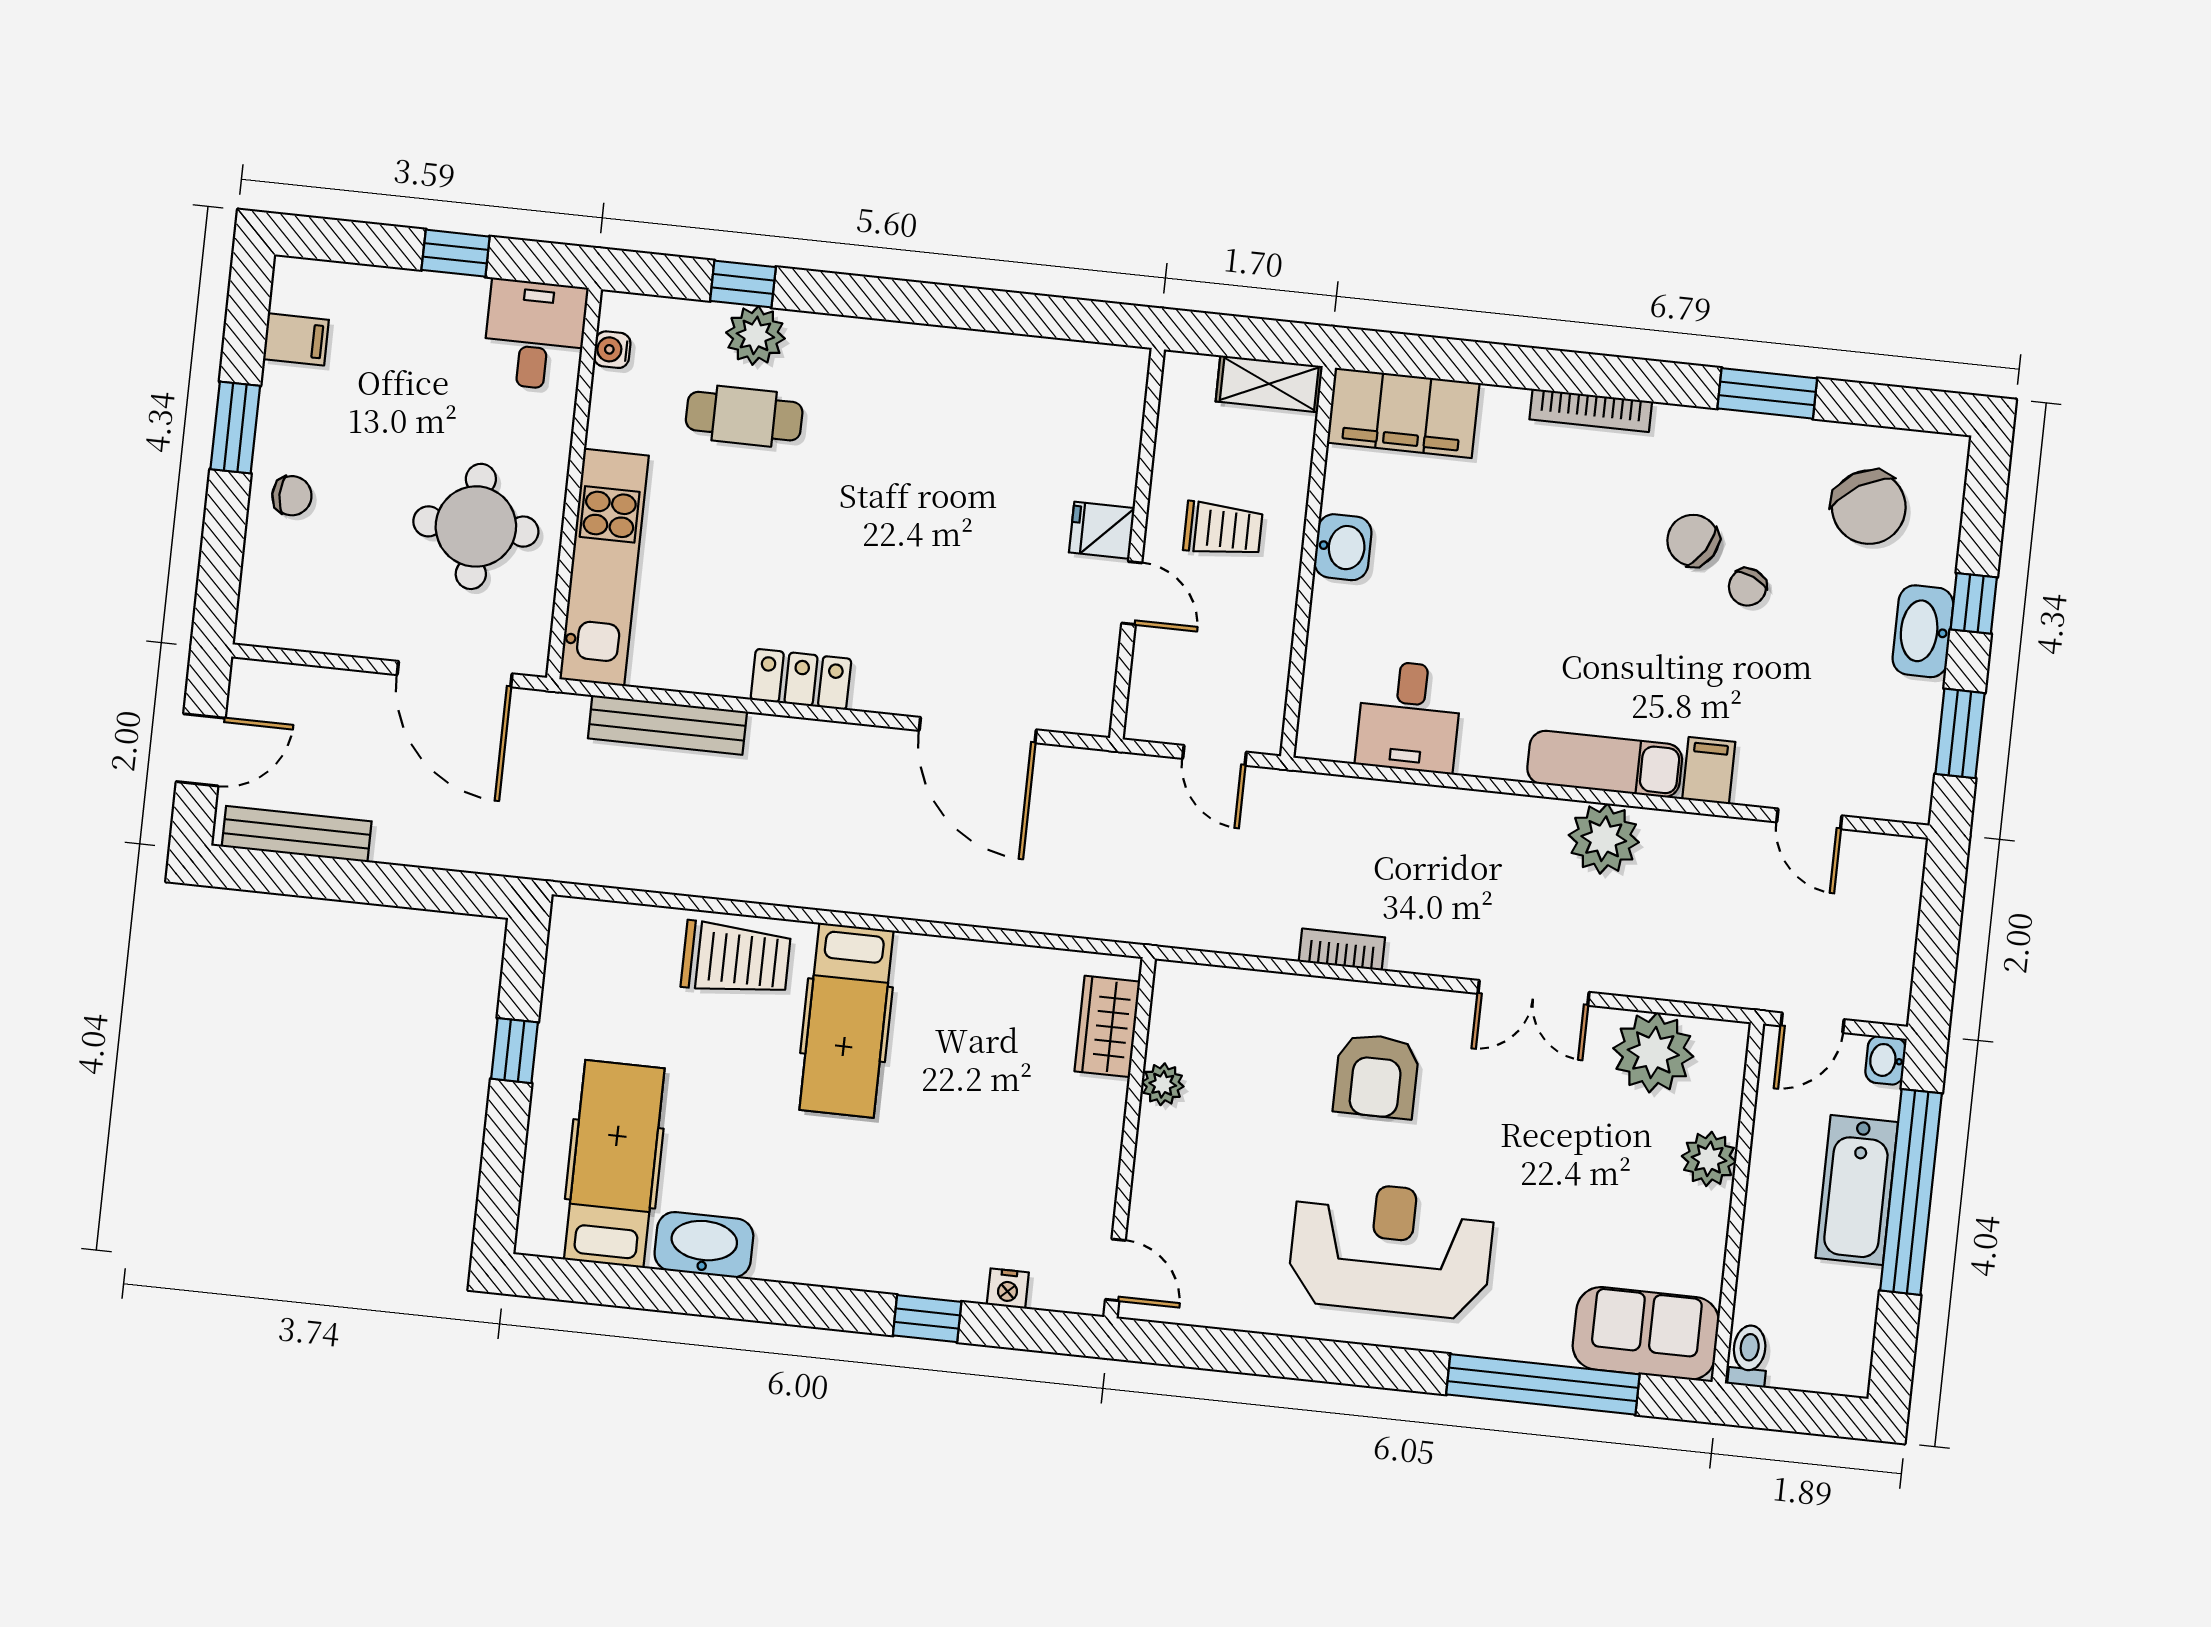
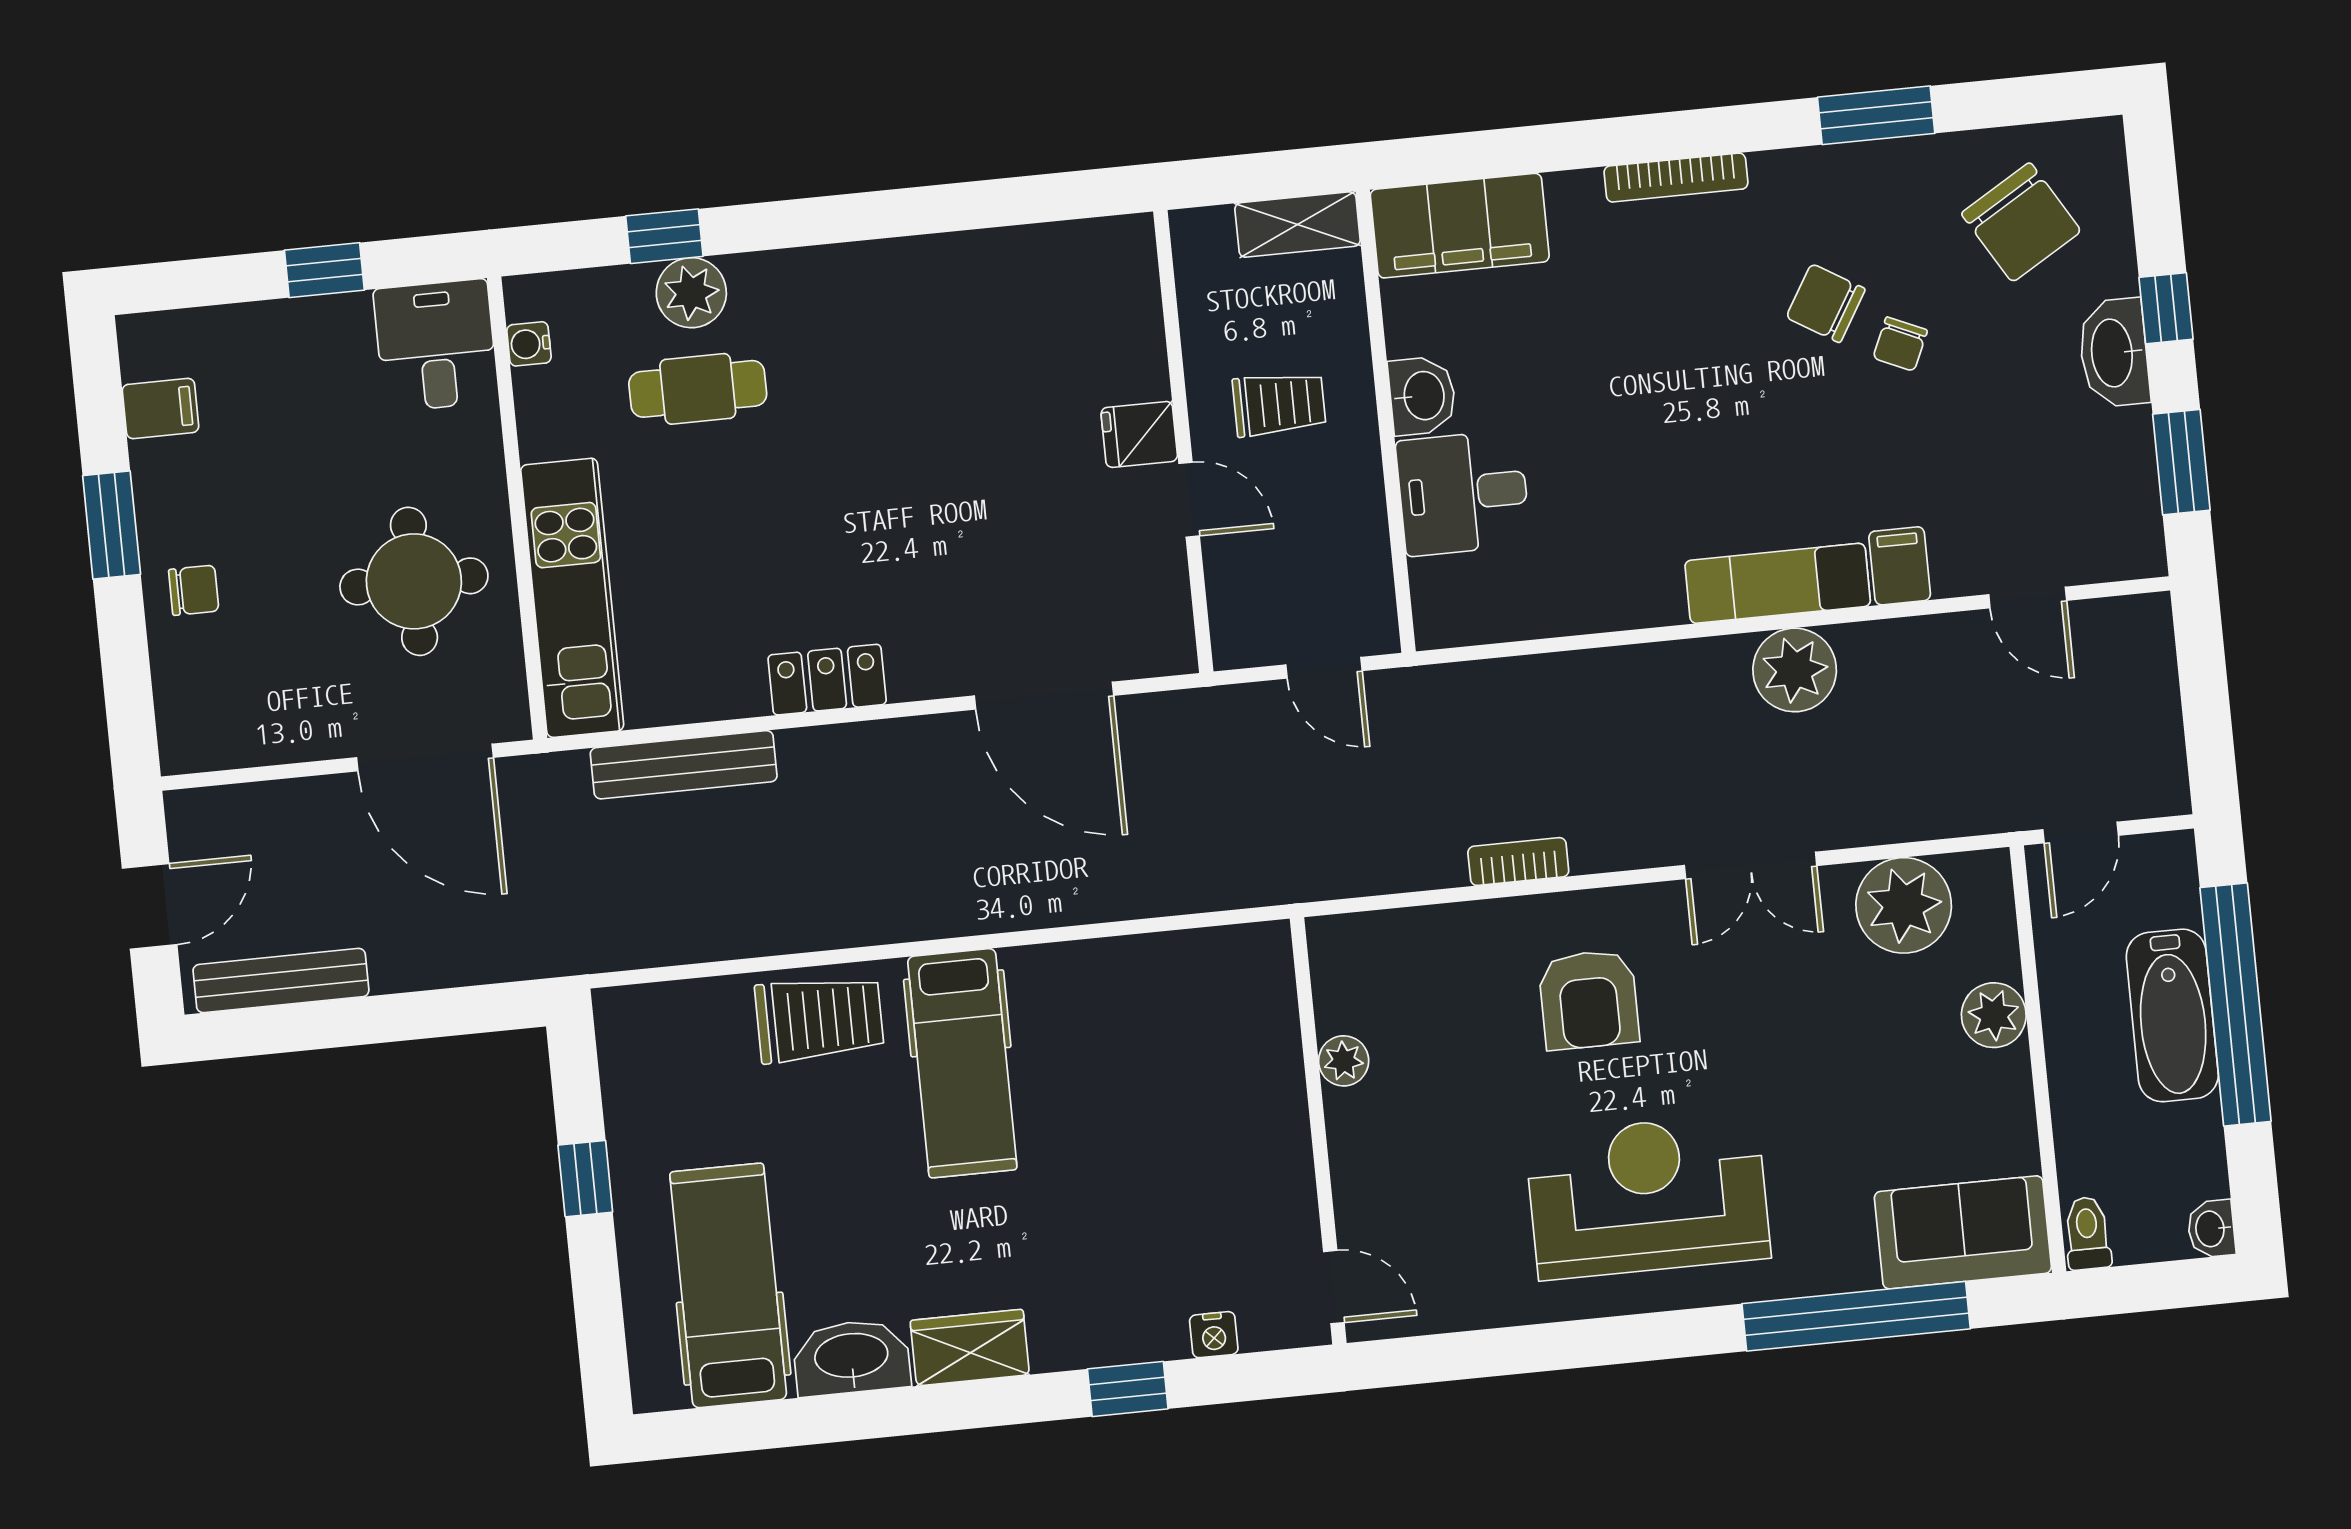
desk: (1409, 717) -> (1463, 493), moved, turned 90
wardrobe: (1107, 1026) -> (970, 1348), moved, turned 90
washbasin: (1886, 1060) -> (2211, 1229), moved

